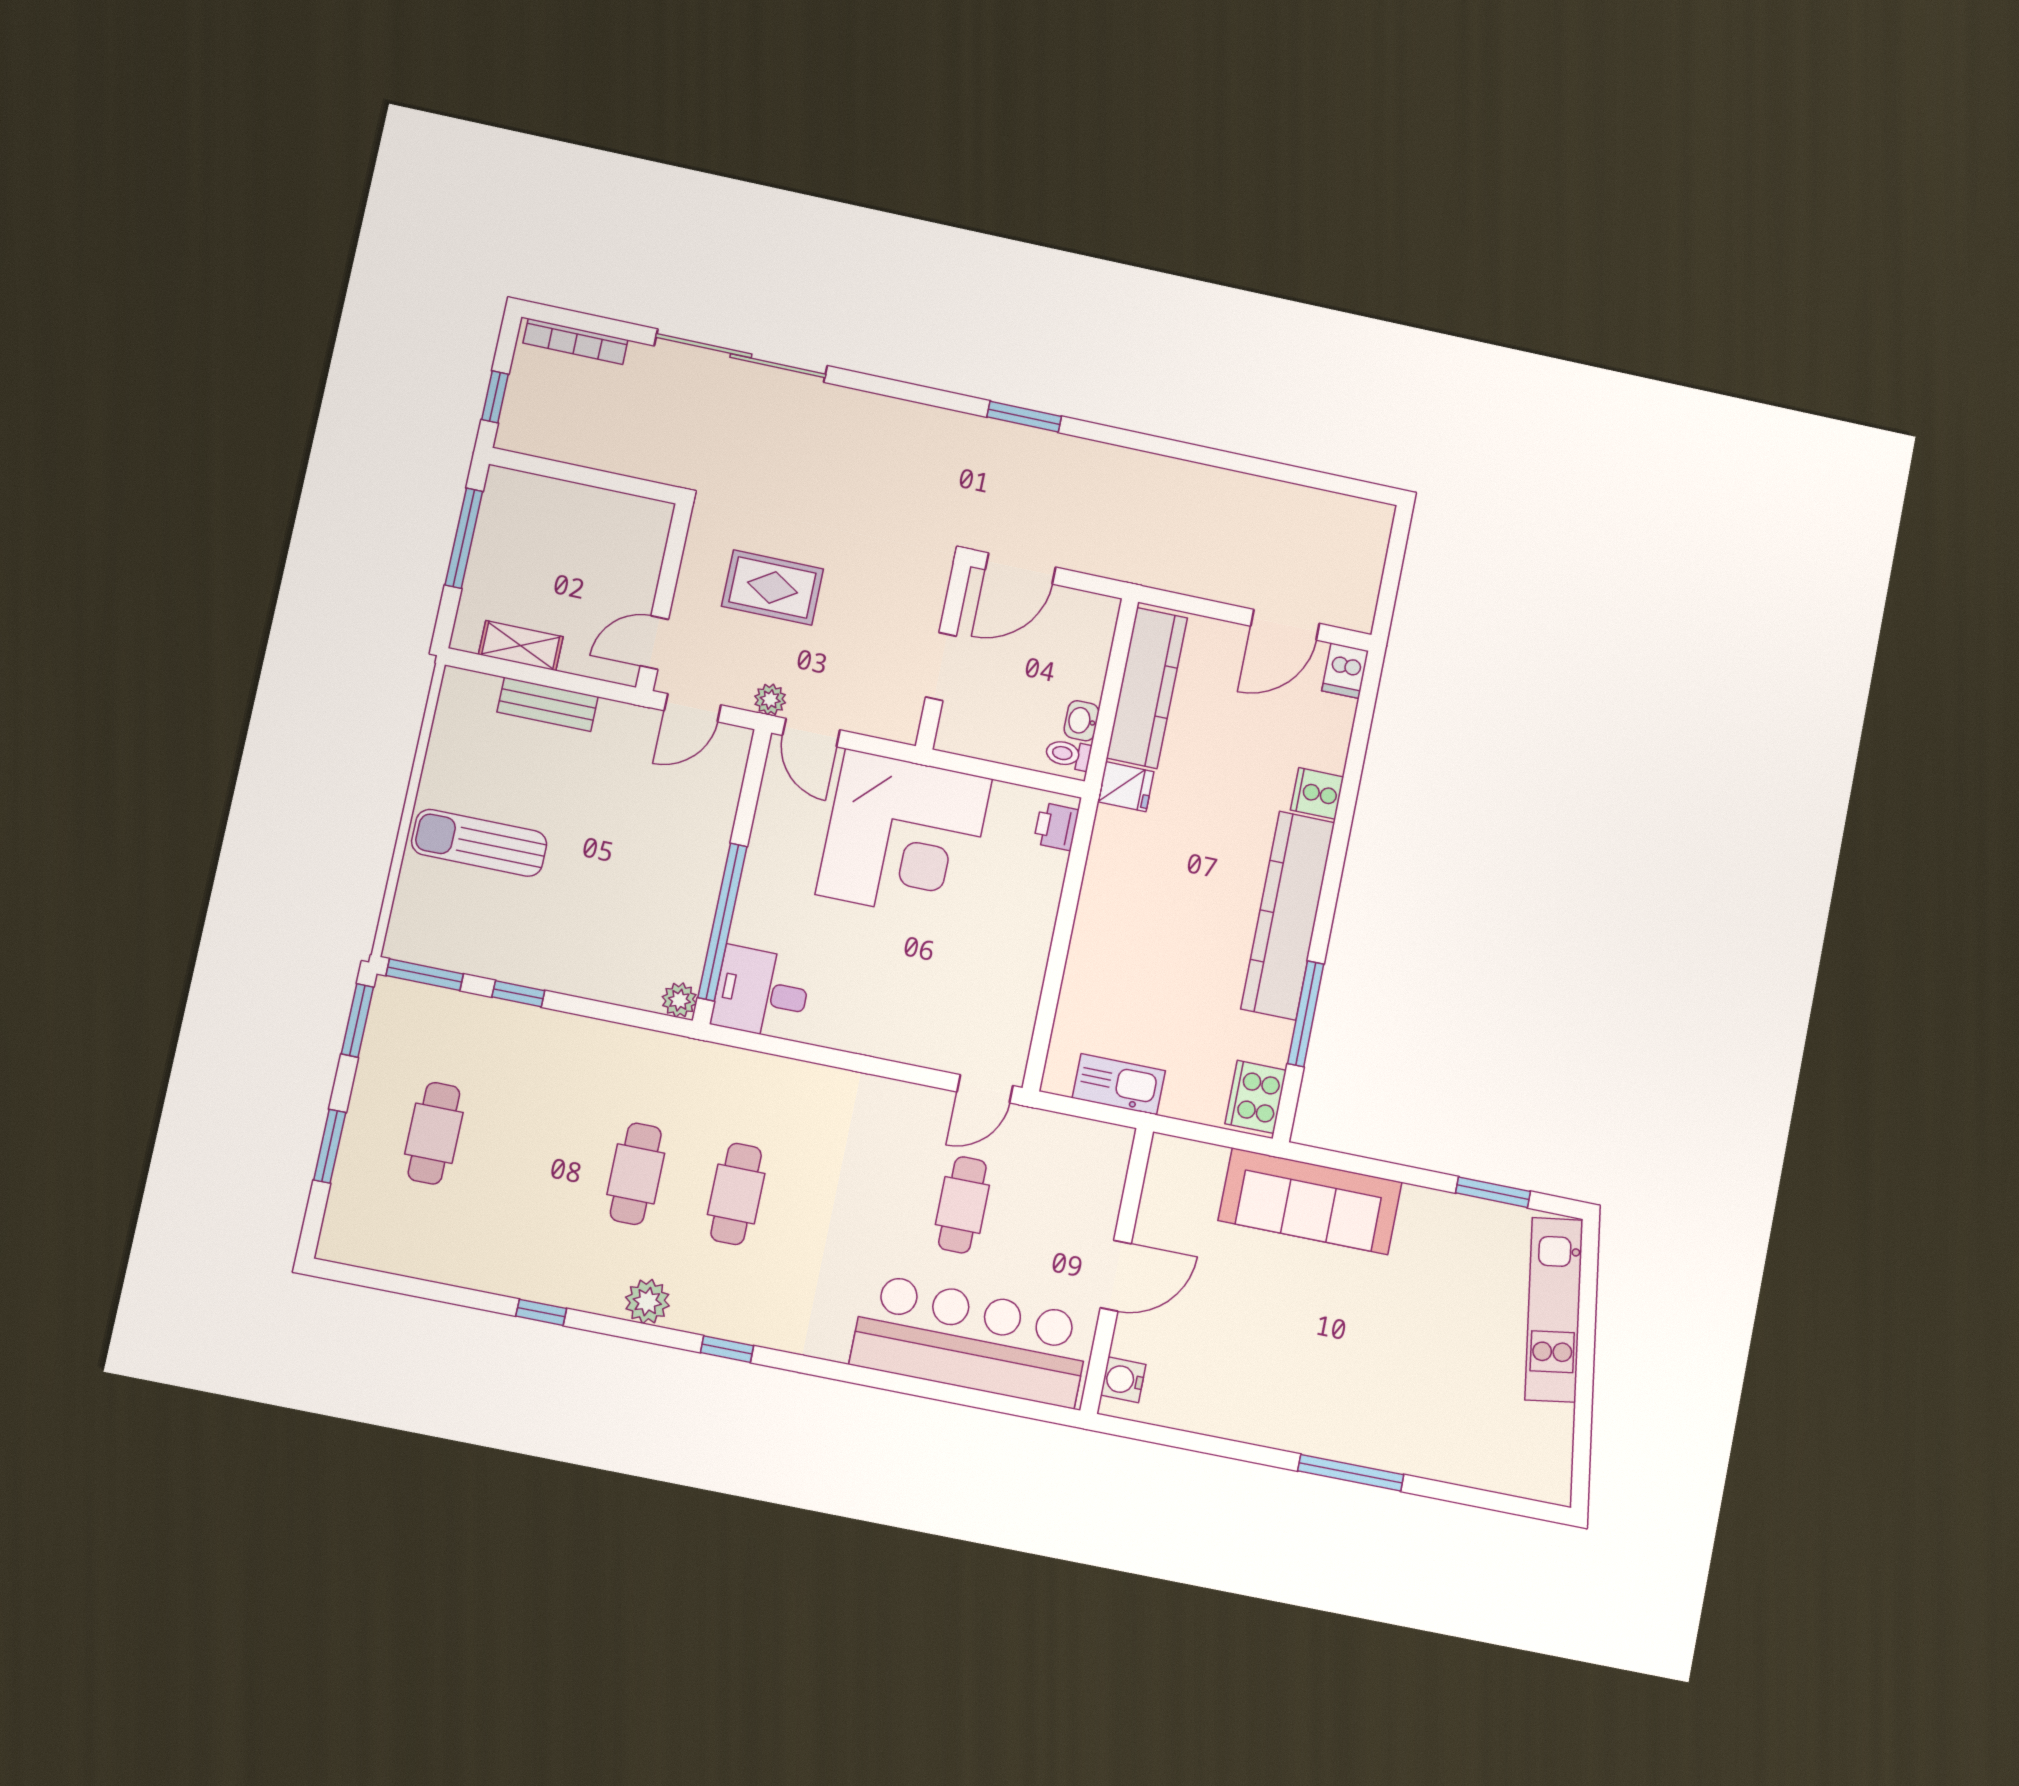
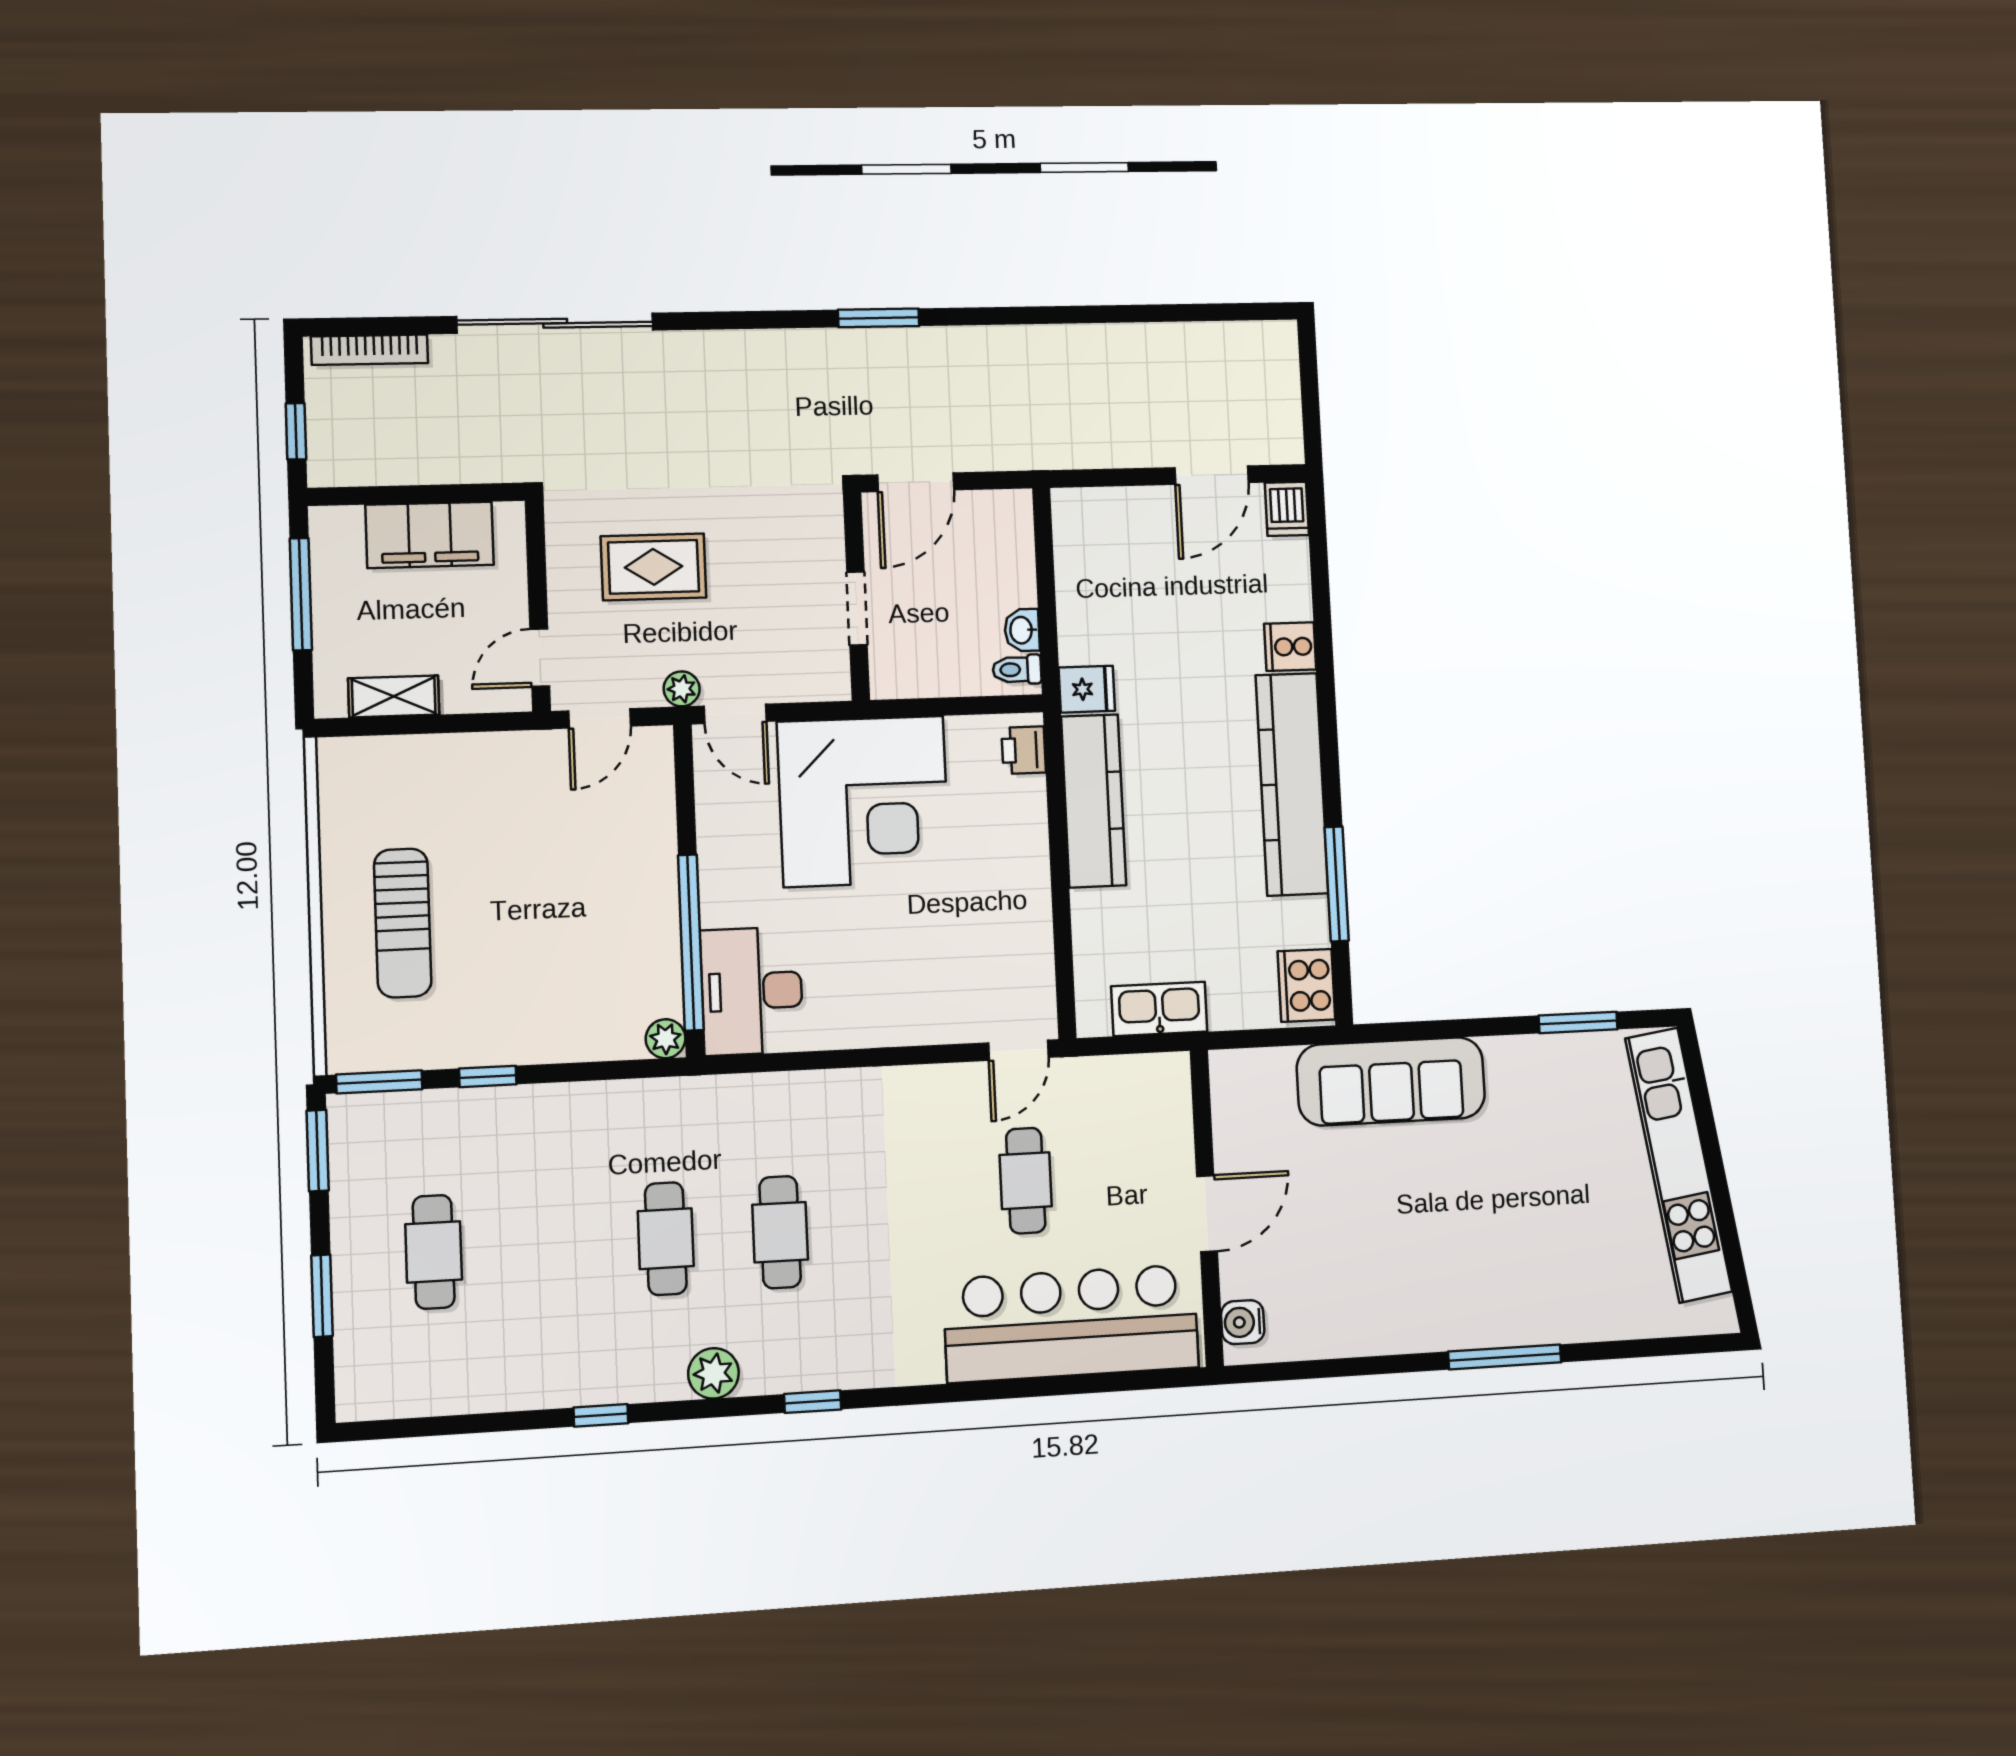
filing cabinet: (587, 513) -> (430, 535), added
kitchen counter: (1147, 688) -> (1094, 801), moved
bench: (548, 704) -> (440, 753), removed
sun lounger: (479, 843) -> (403, 923), turned -90
desk: (761, 993) -> (752, 991), width x1.37
kitchen unit: (1554, 1310) -> (1679, 1165), width x1.36

